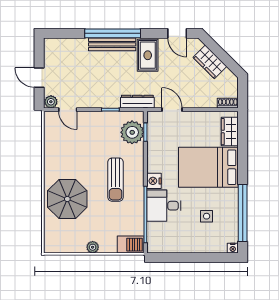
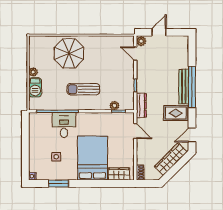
wardrobe: (210, 62) -> (171, 159), width x1.50
door: (68, 110) -> (135, 54), hinge flipped
door: (172, 110) -> (135, 131), hinge flipped
plant: (132, 132) -> (114, 106), width x0.53, depth x0.53
nightstand: (154, 181) -> (82, 118), removed
window: (243, 213) -> (59, 183), width x0.47
barbecue: (131, 245) -> (35, 87), moved

